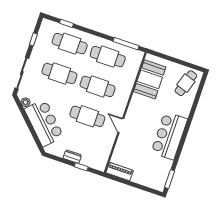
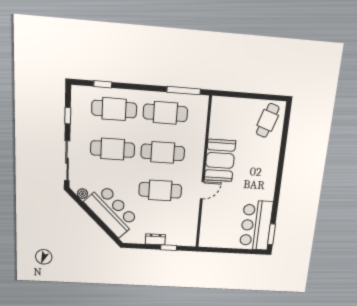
booth: (150, 79) -> (220, 160), moved
door: (121, 125) -> (202, 190), swing flipped
bar counter: (169, 136) -> (256, 225), moved
piano: (120, 172) -> (213, 241), removed

